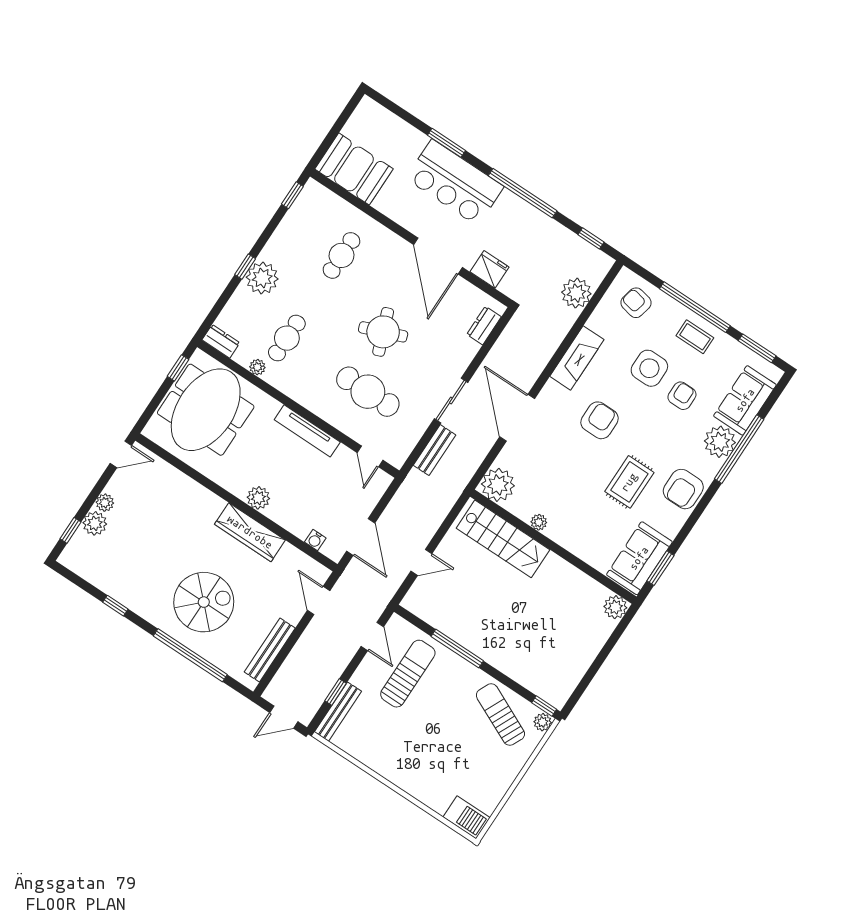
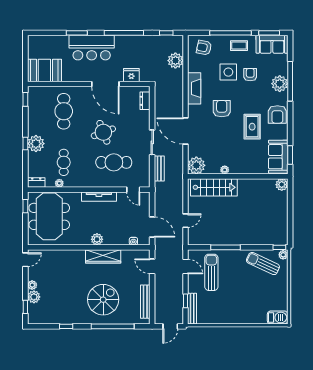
cafe table: (342, 255) -> (64, 111), width x1.37, depth x1.35
sofa: (745, 400) -> (272, 44), moved, turned -90

